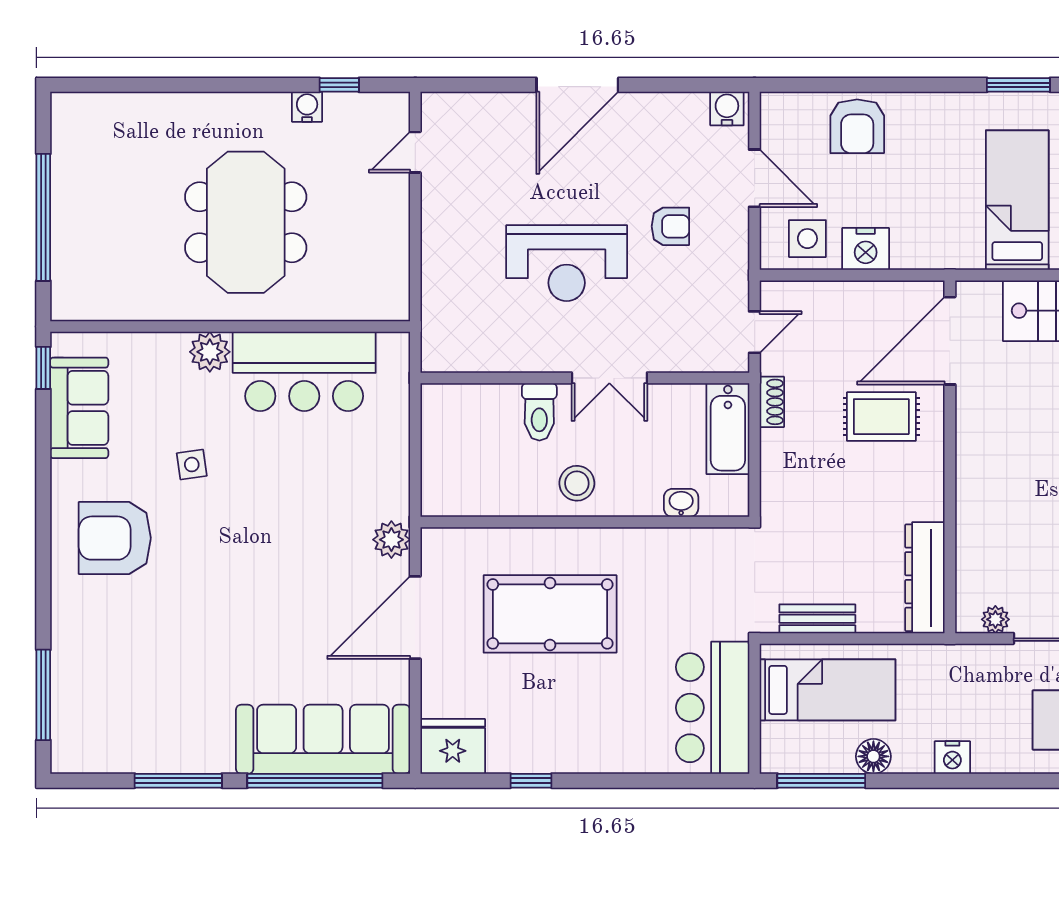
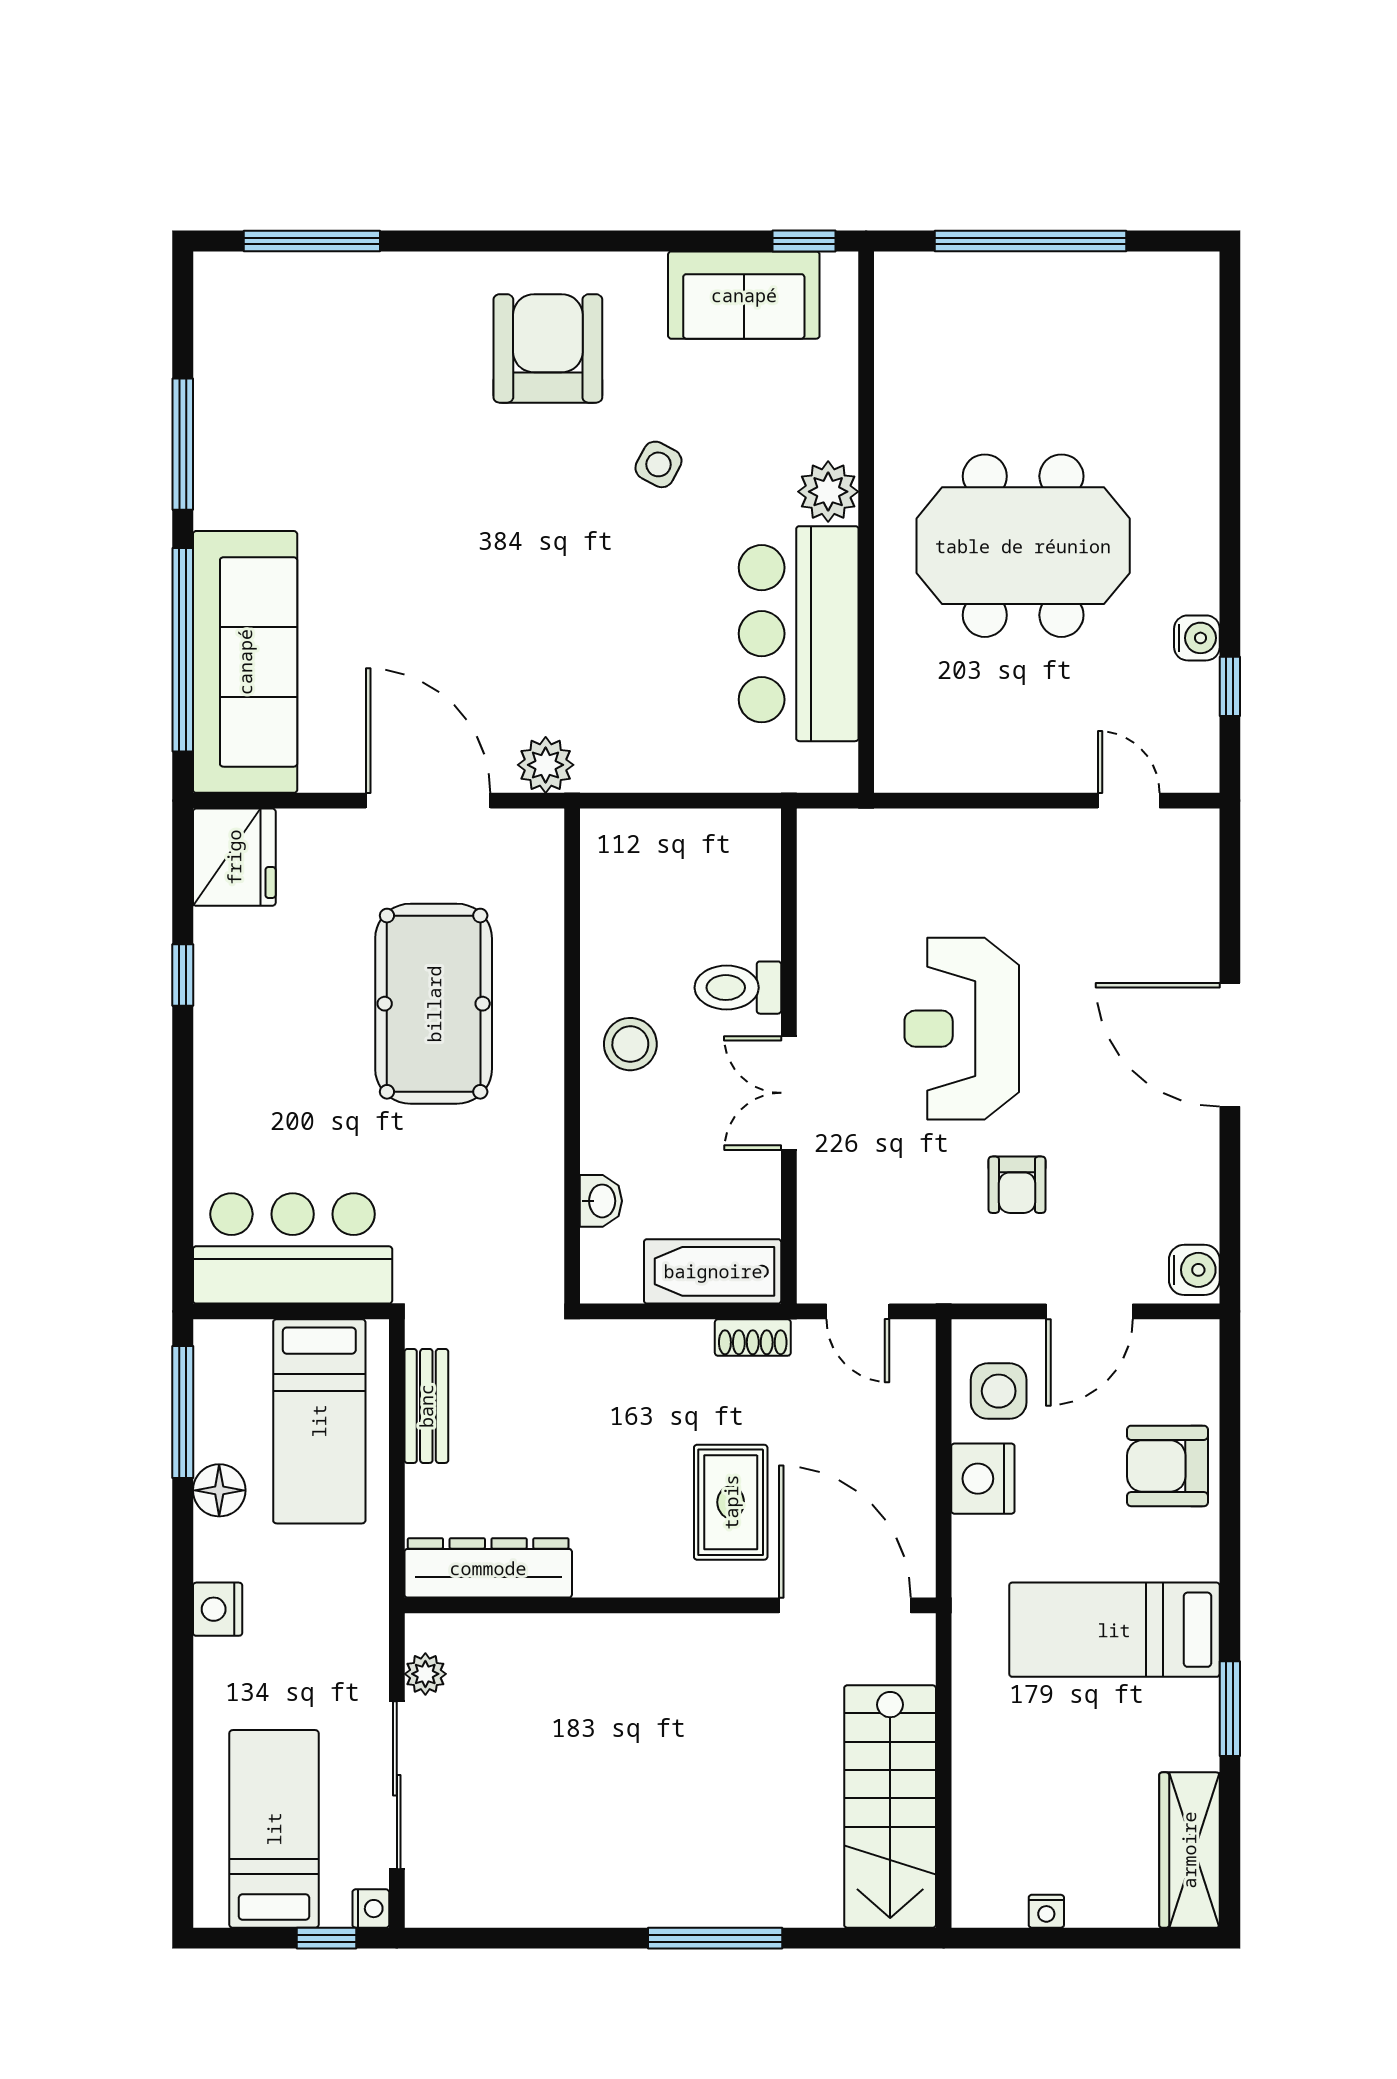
bed: (1017, 200) -> (1114, 1630), moved, turned 180
side table: (192, 465) -> (658, 464), turned 36

